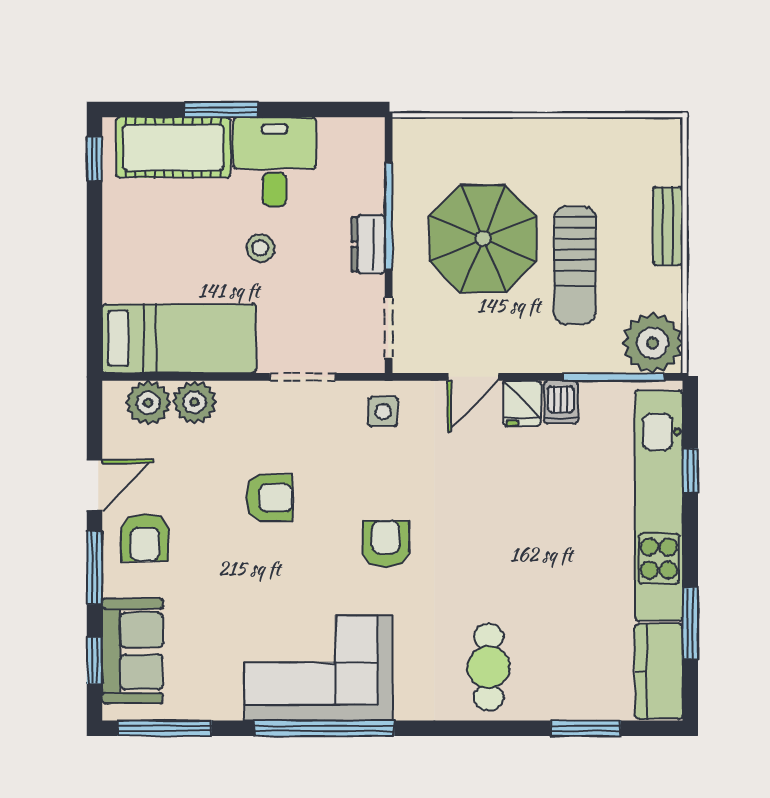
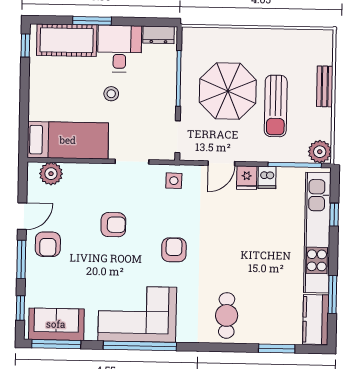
dresser: (368, 244) -> (159, 35), moved, turned -90
plant: (653, 343) -> (320, 152), width x0.73, depth x0.73
plant: (195, 402) -> (75, 174), removed
sofa: (133, 651) -> (56, 324), moved, turned -90

